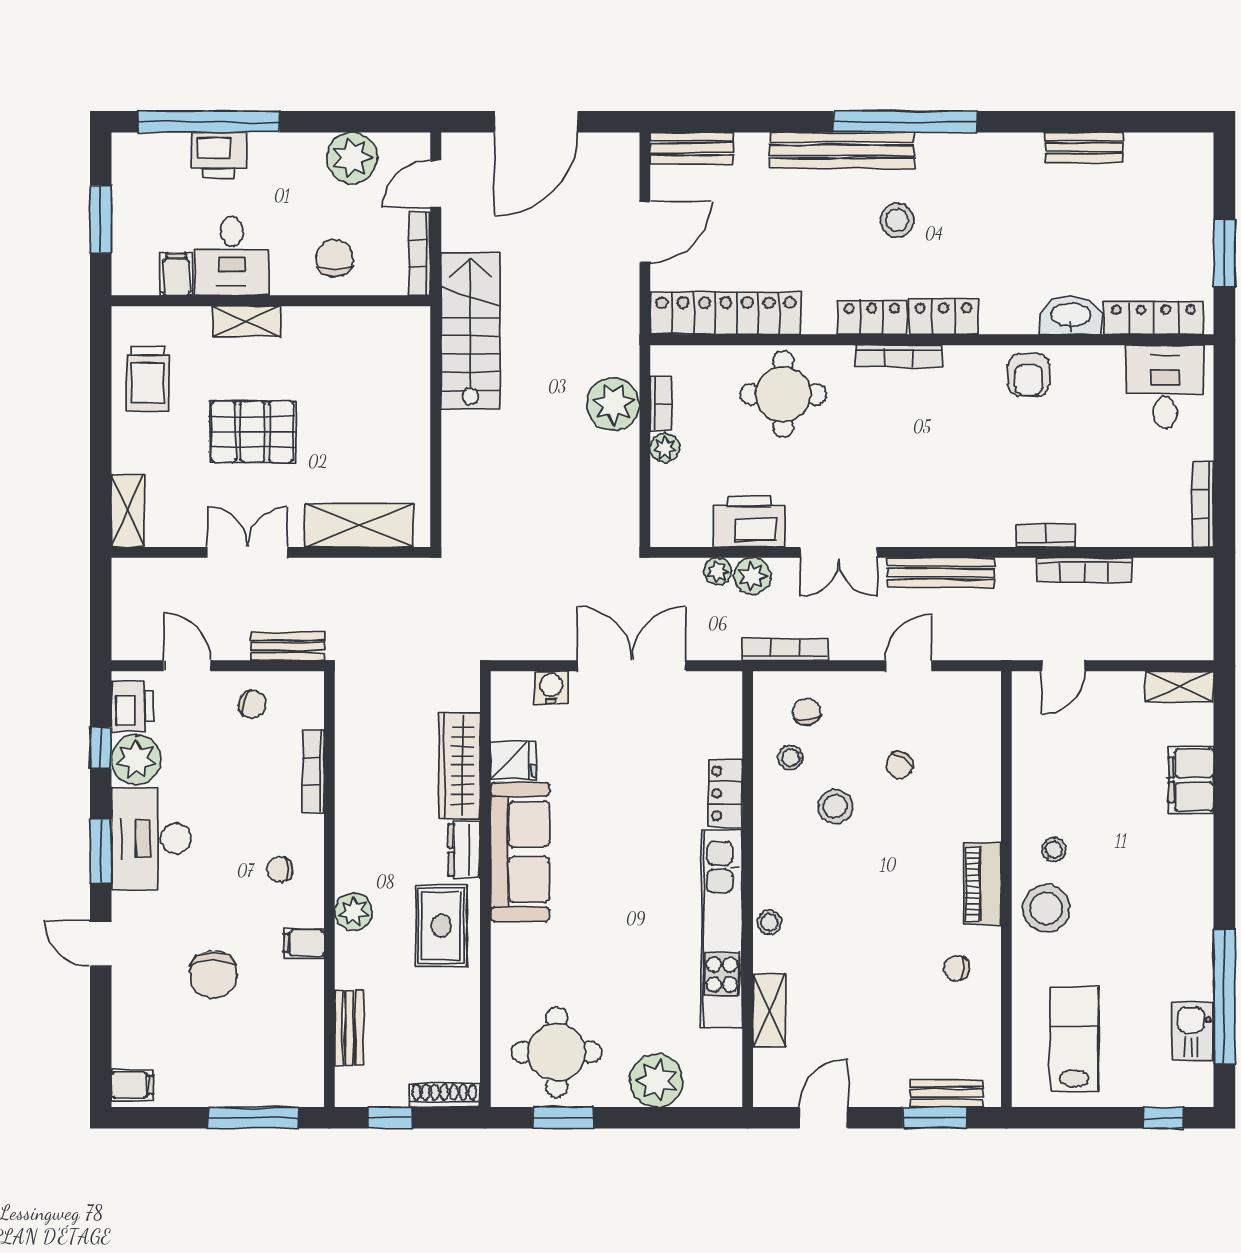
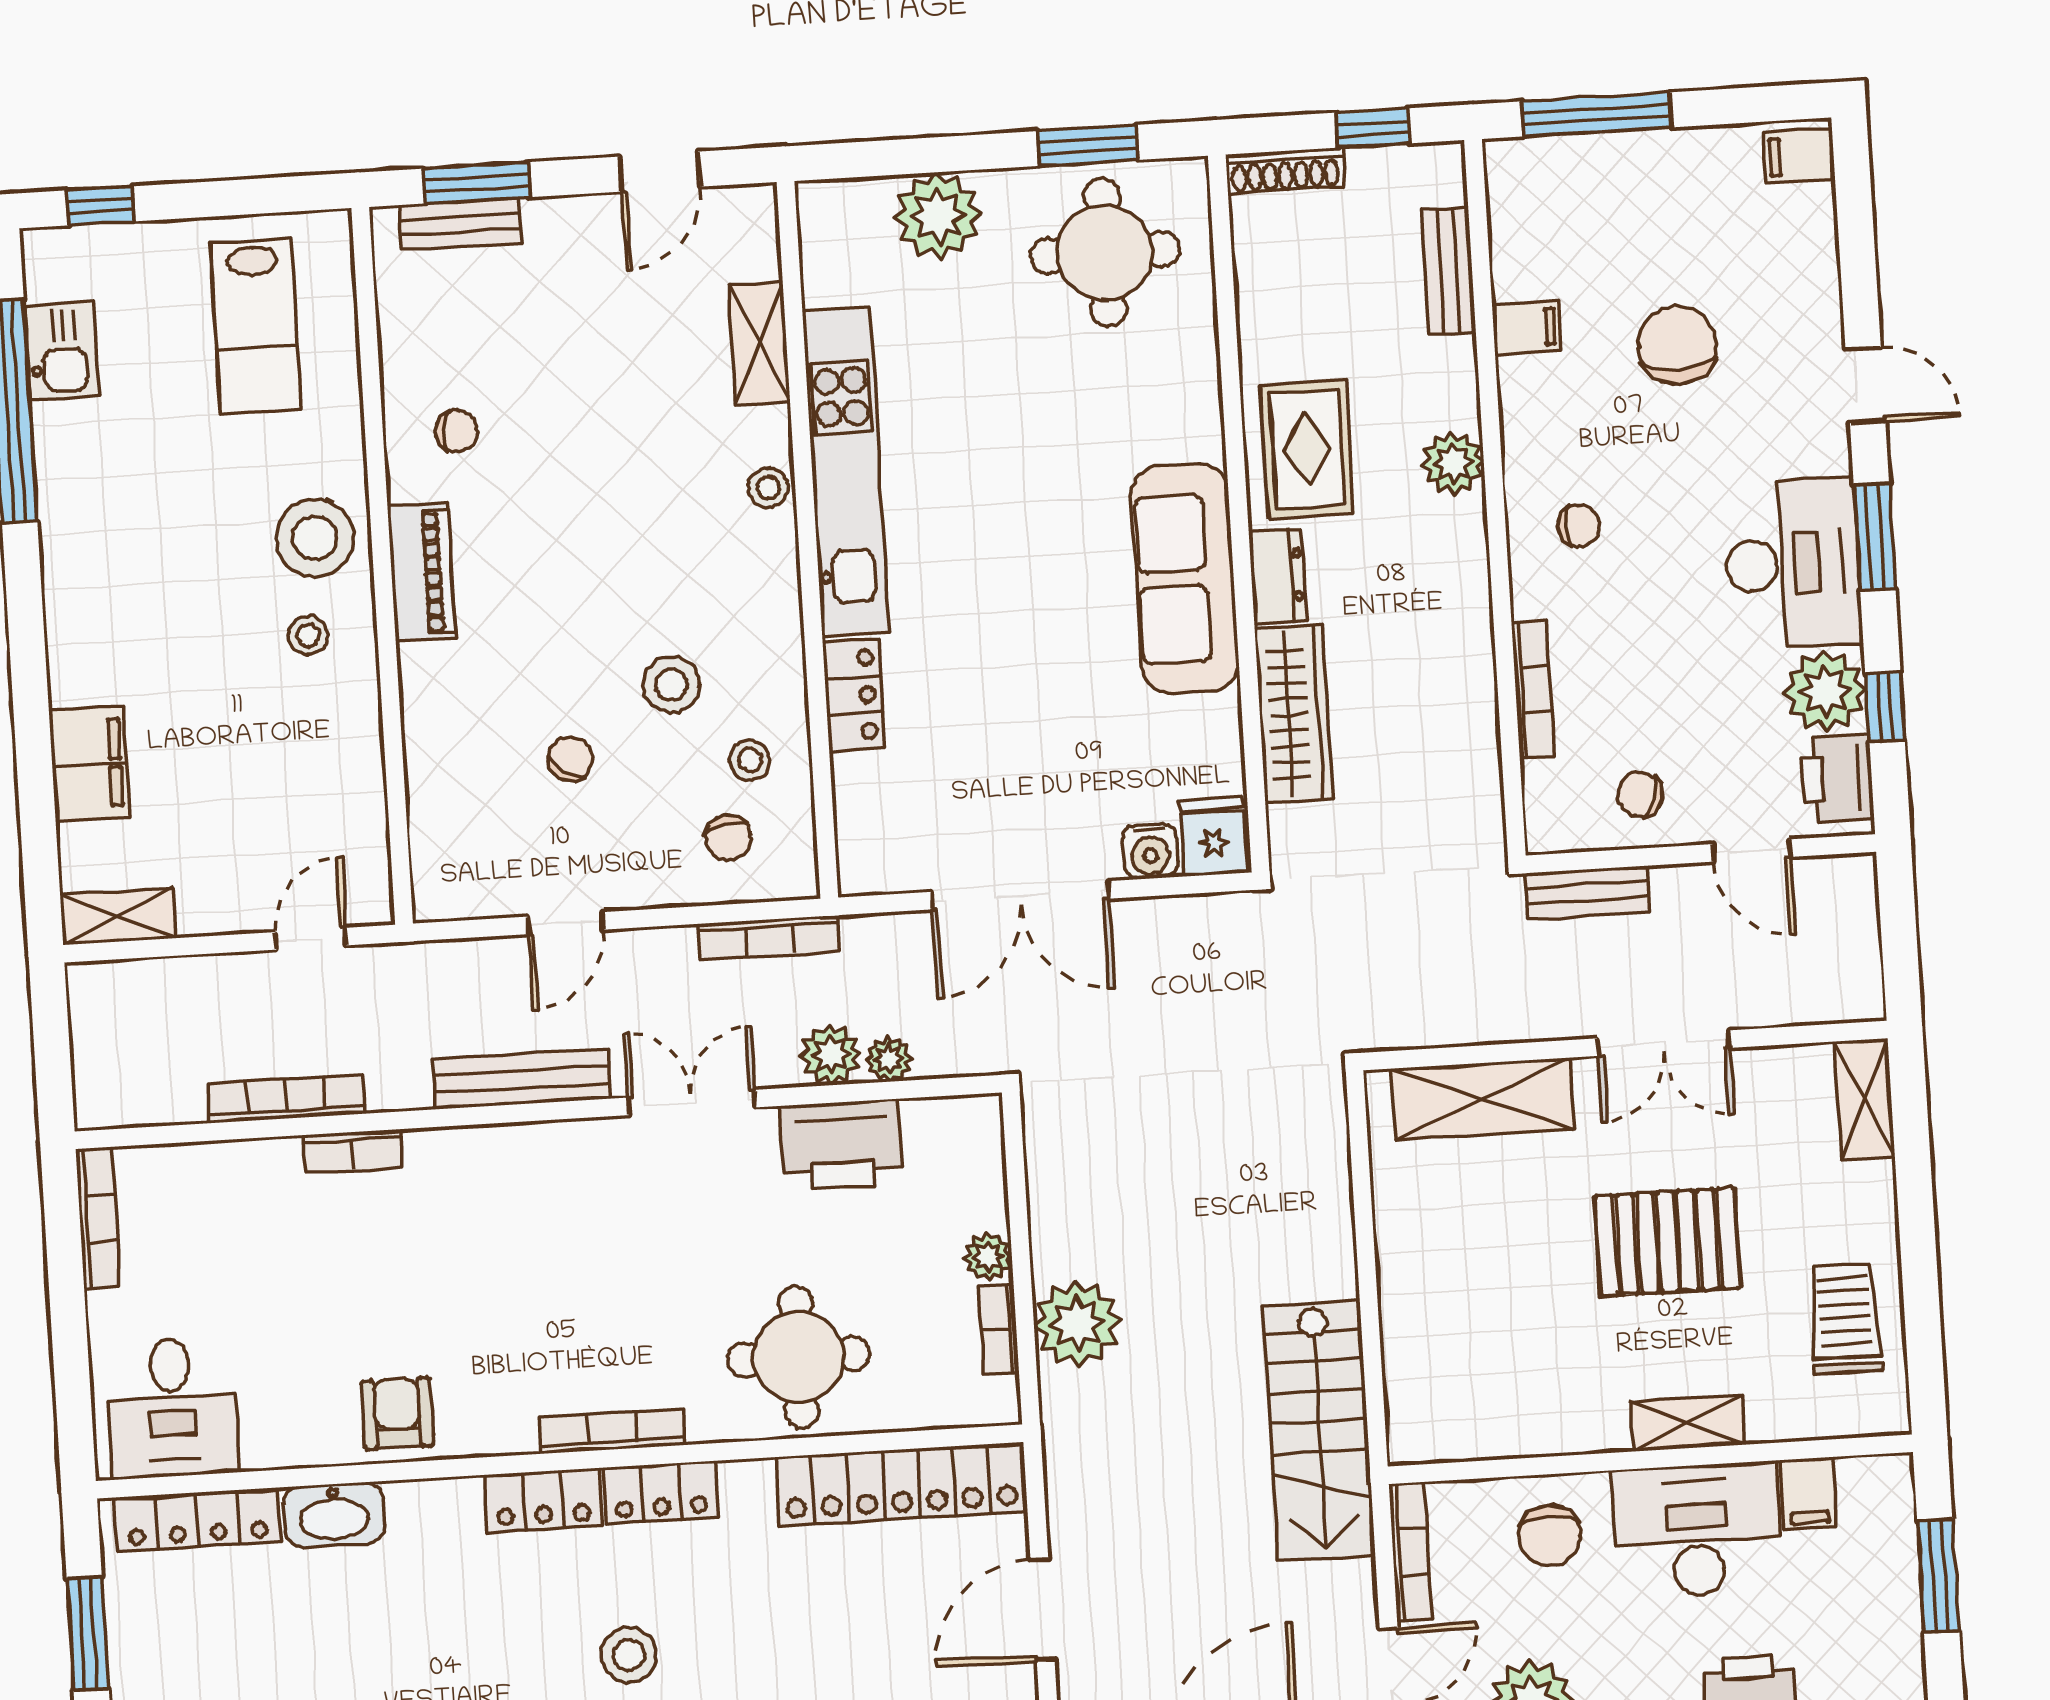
desk: (232, 256) -> (1697, 1530), width x1.37
fridge: (514, 760) -> (1213, 837), moved, turned 90
filing cabinet: (304, 943) -> (1527, 328), moved

